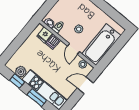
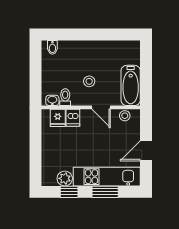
bathtub: (101, 45) -> (131, 85), width x0.73, depth x0.73
door: (85, 85) -> (146, 151), moved

